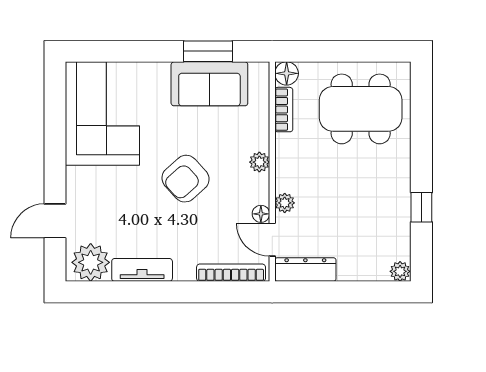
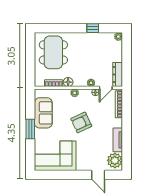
window: (208, 51) -> (30, 129), moved
floor lamp: (287, 73) -> (68, 82), moved
armchair: (186, 179) -> (81, 122), turned 107

